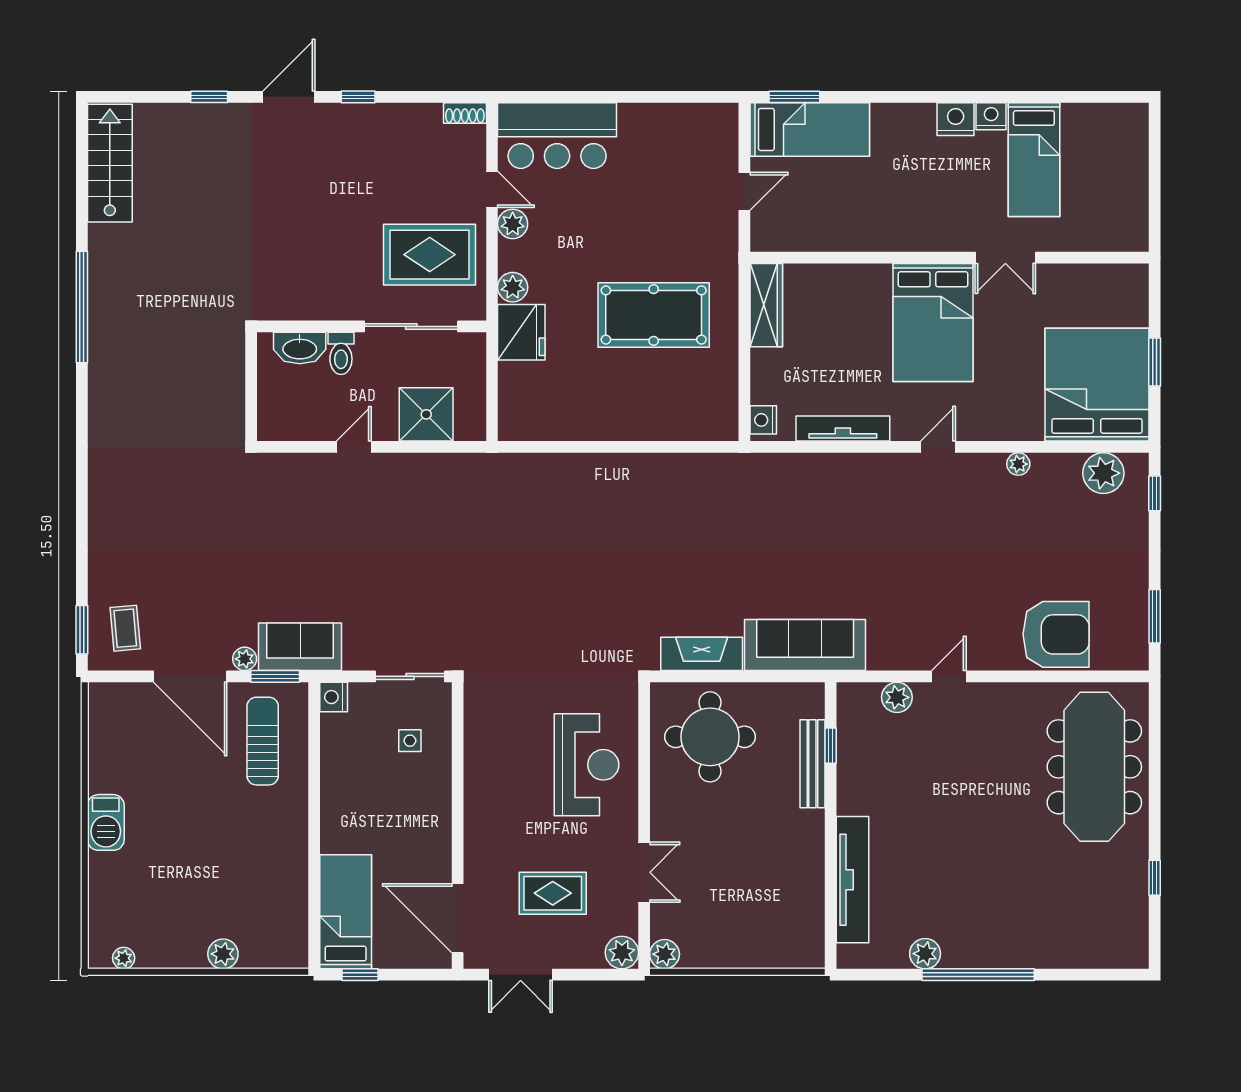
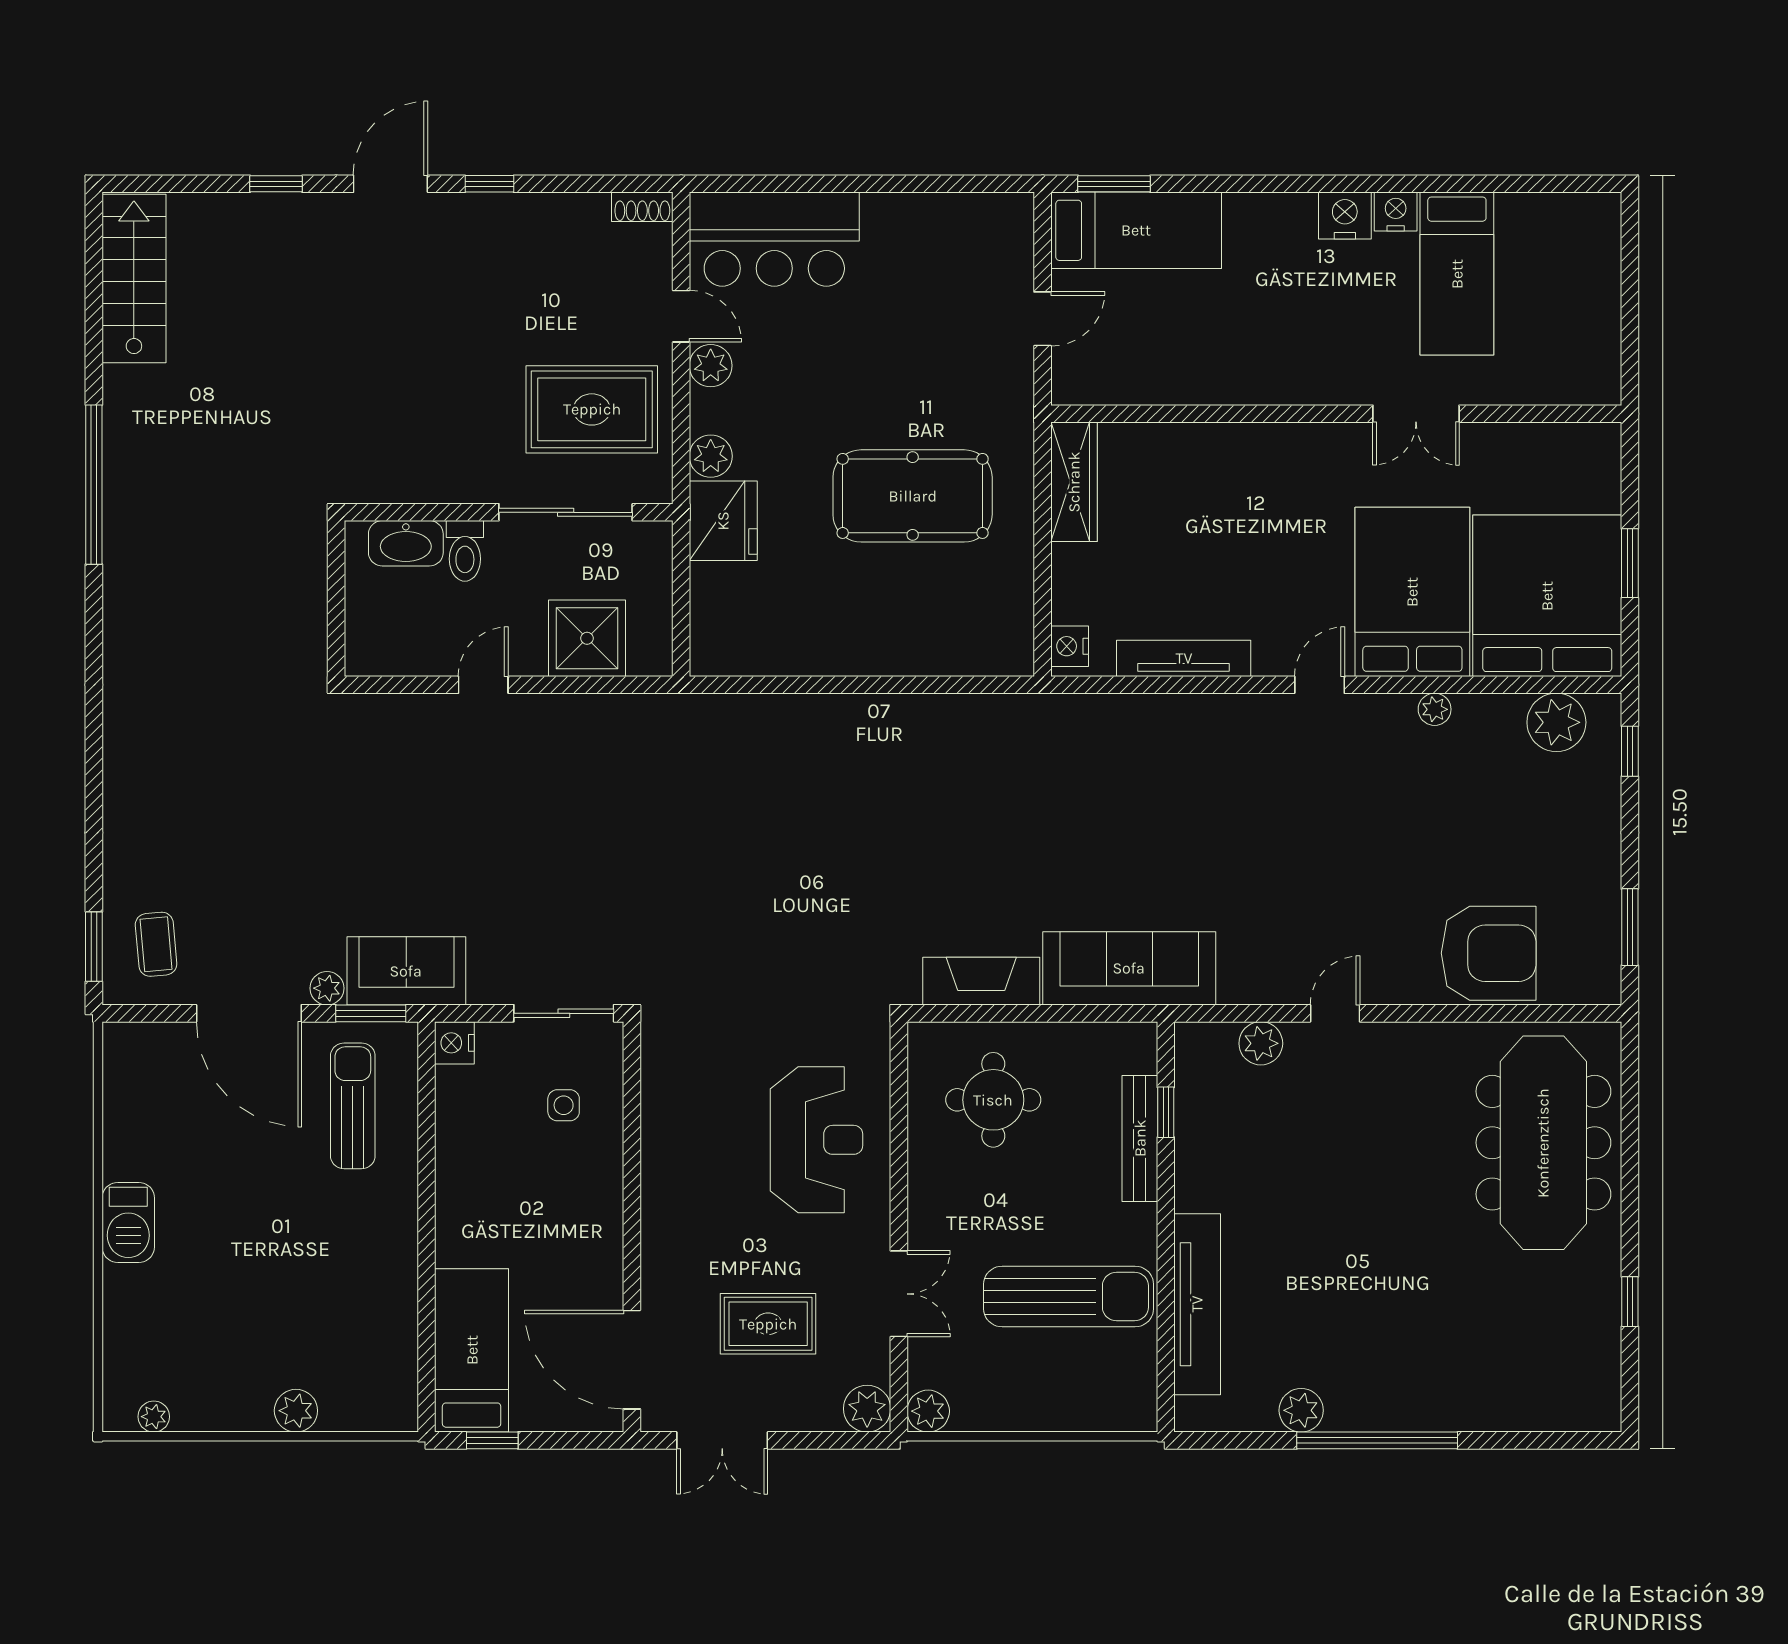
bed: (933, 322) -> (1412, 592), moved, turned 180
round table: (710, 737) -> (993, 1100), width x0.73, depth x0.73
sun lounger: (763, 874) -> (1069, 1296), added

